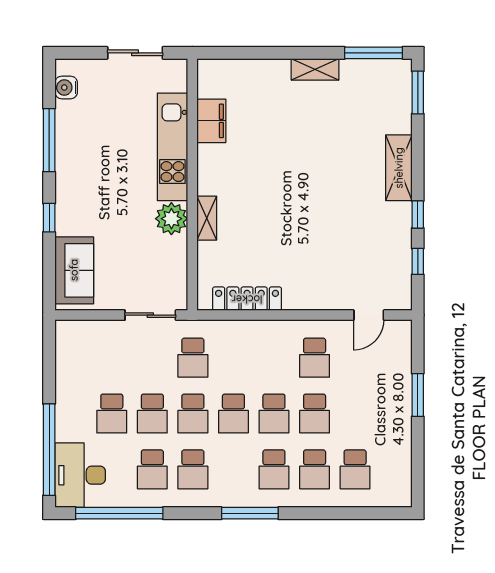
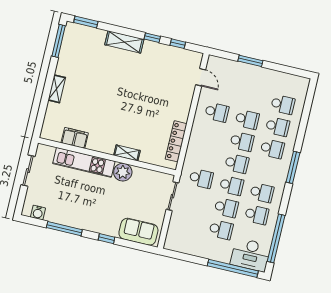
shelving: (315, 69) -> (57, 89), moved

